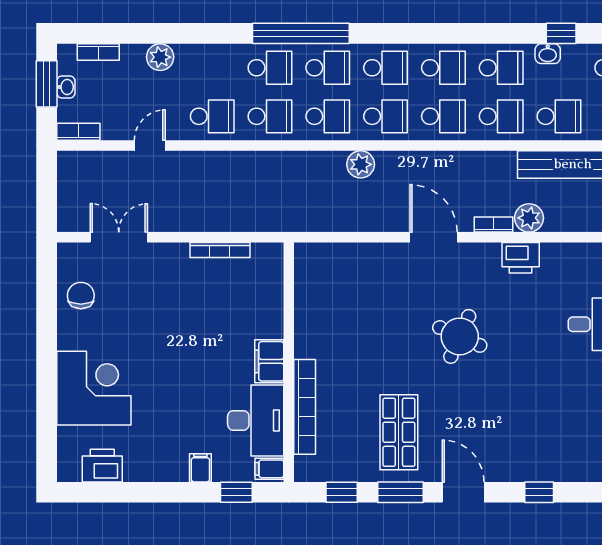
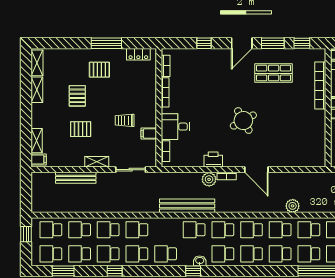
round table: (460, 336) -> (243, 121), turned 37
shop shelf: (399, 432) -> (274, 73), turned 90
door: (463, 492) -> (242, 43), hinge flipped

